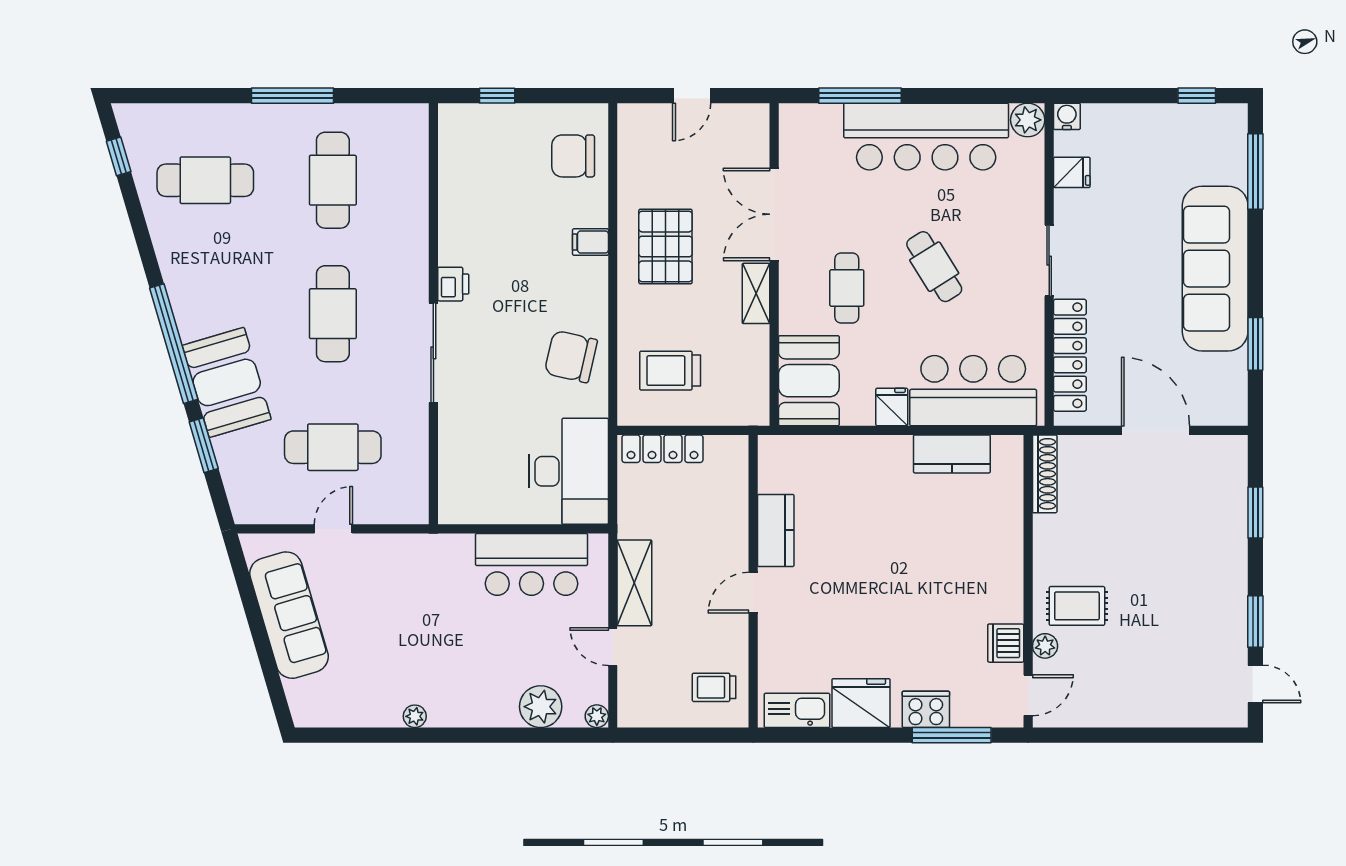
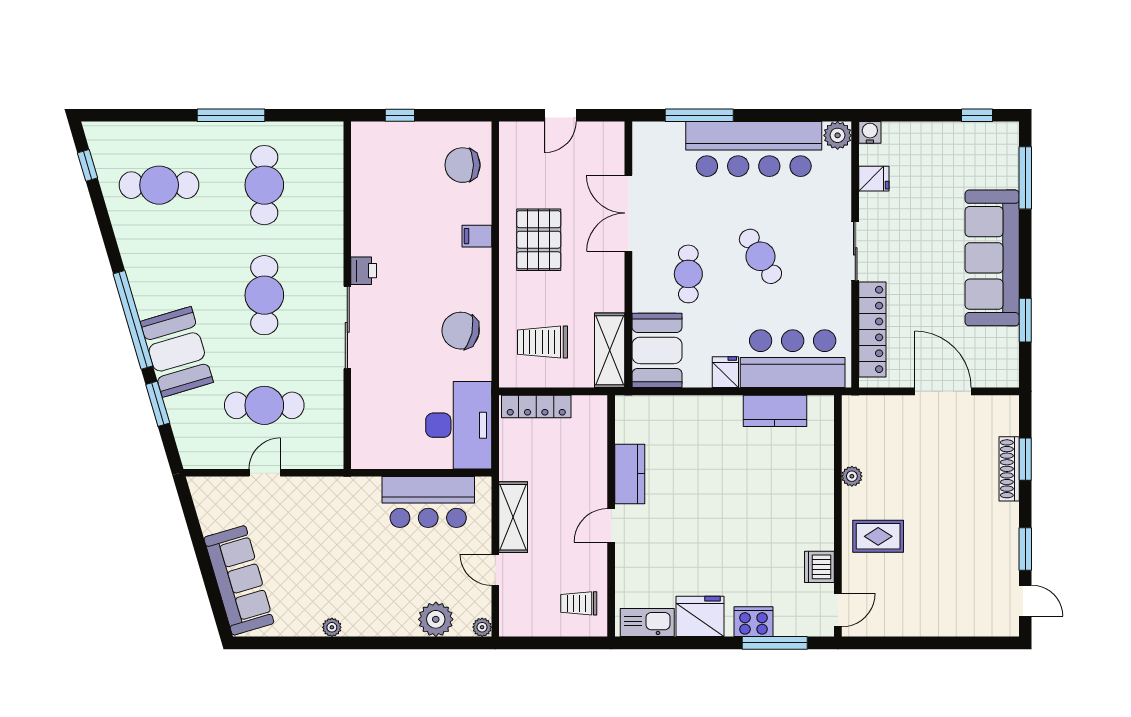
shelving: (756, 293) -> (610, 350), moved, width x1.50, depth x1.33
shoe rack: (1045, 474) -> (1009, 469), moved, turned 180
sofa: (289, 615) -> (239, 580), moved
plant: (1045, 646) -> (852, 476), moved

